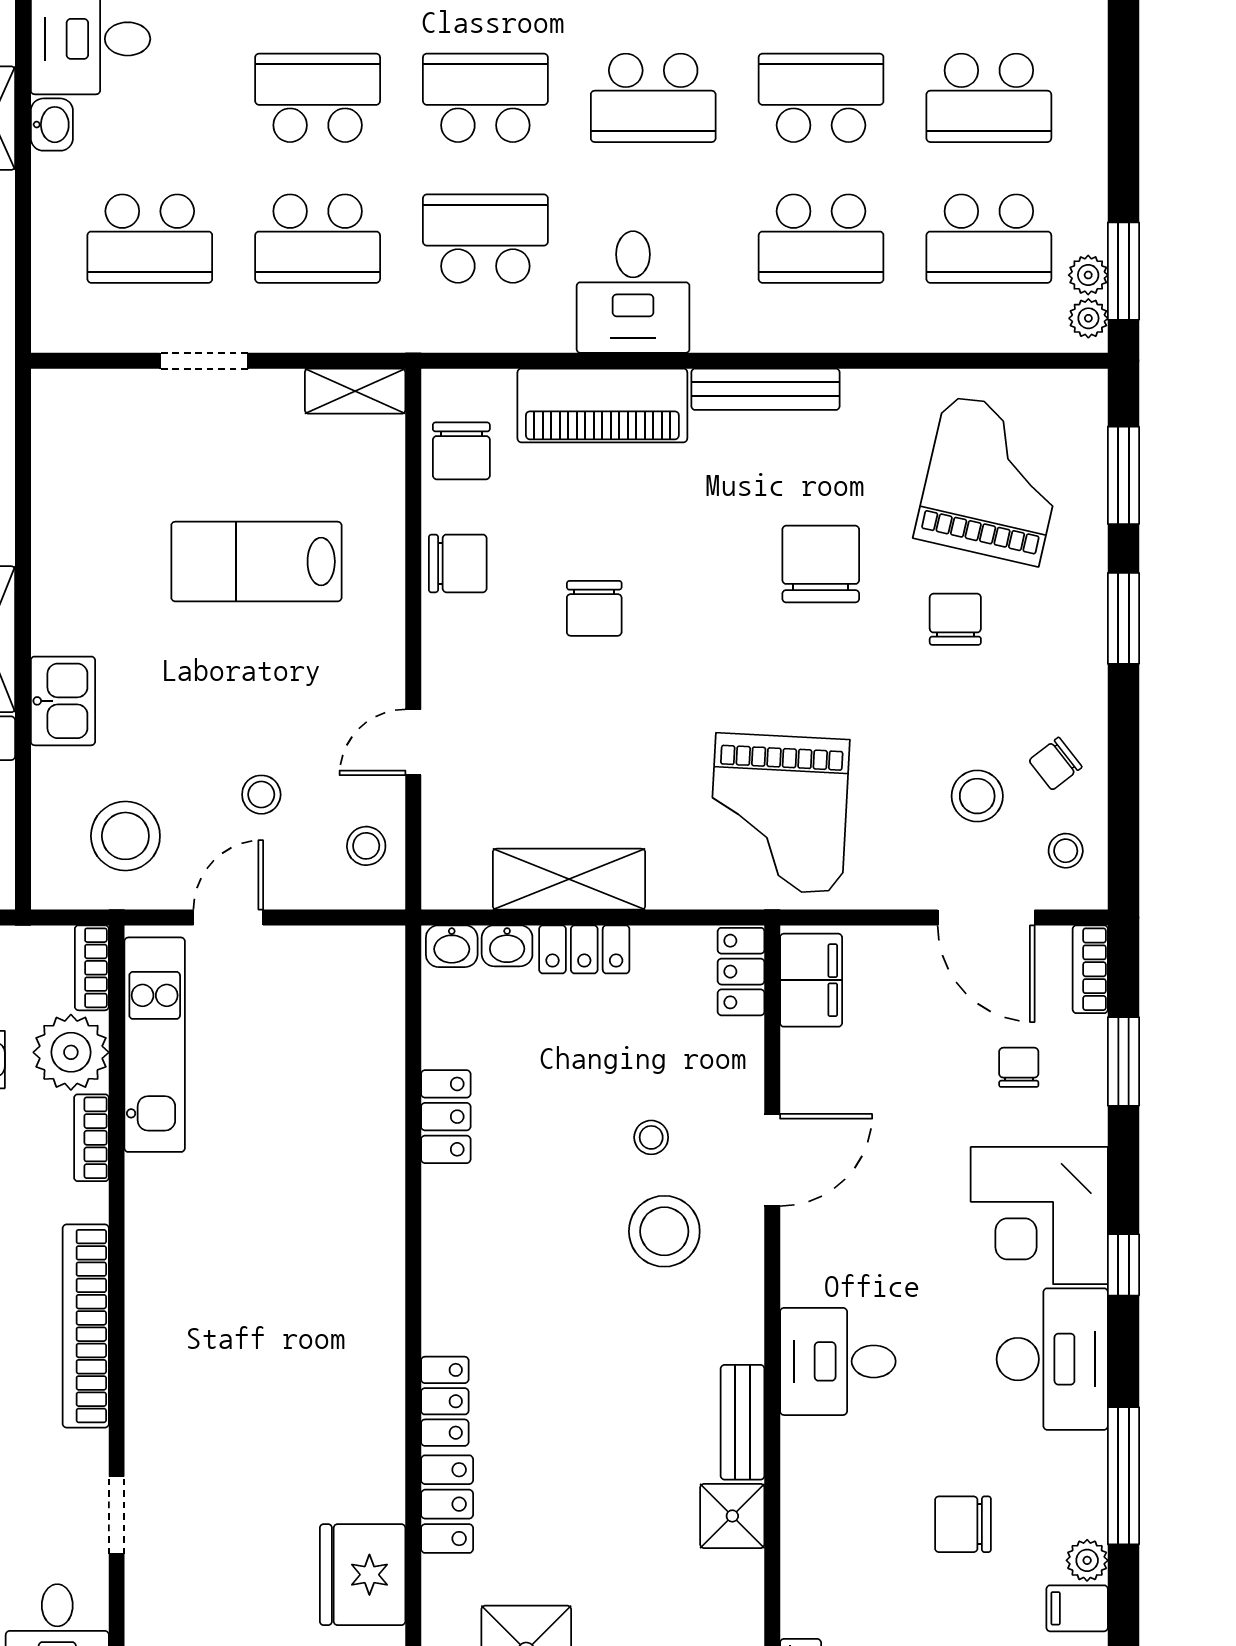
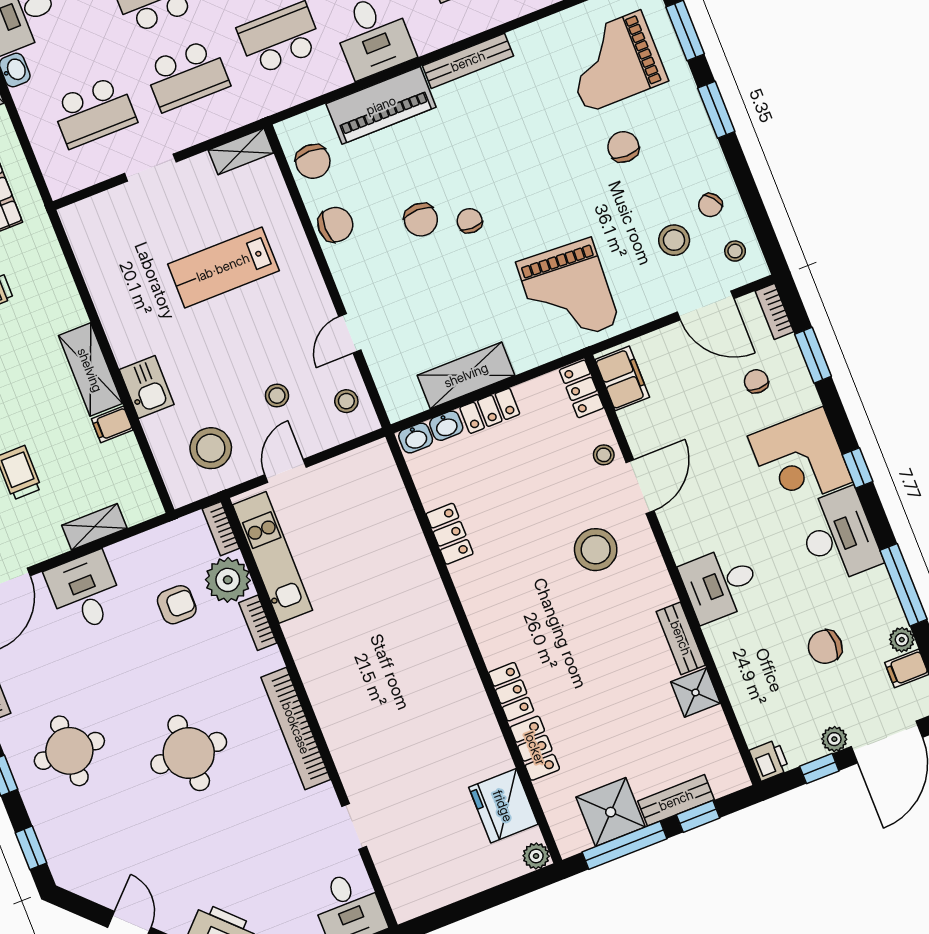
grand piano: (992, 480) -> (613, 62), turned -103
chair: (821, 564) -> (470, 221), moved, width x0.54, depth x0.54
stool: (651, 1137) -> (604, 455), moved

